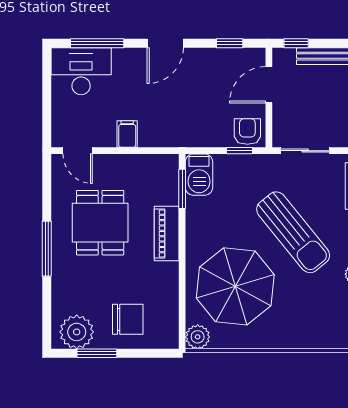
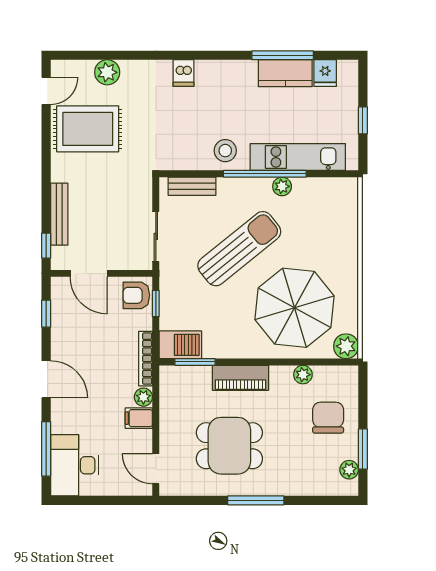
plant: (148, 138) -> (143, 397), added
bookcase: (186, 140) -> (145, 359), added
door: (78, 151) -> (156, 469), swing flipped
plant: (170, 295) -> (303, 375), added
plant: (77, 332) -> (349, 470), width x0.53, depth x0.53

